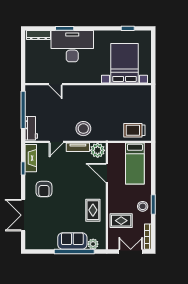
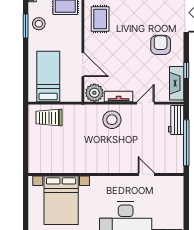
trolley: (134, 130) -> (49, 118), turned 180

